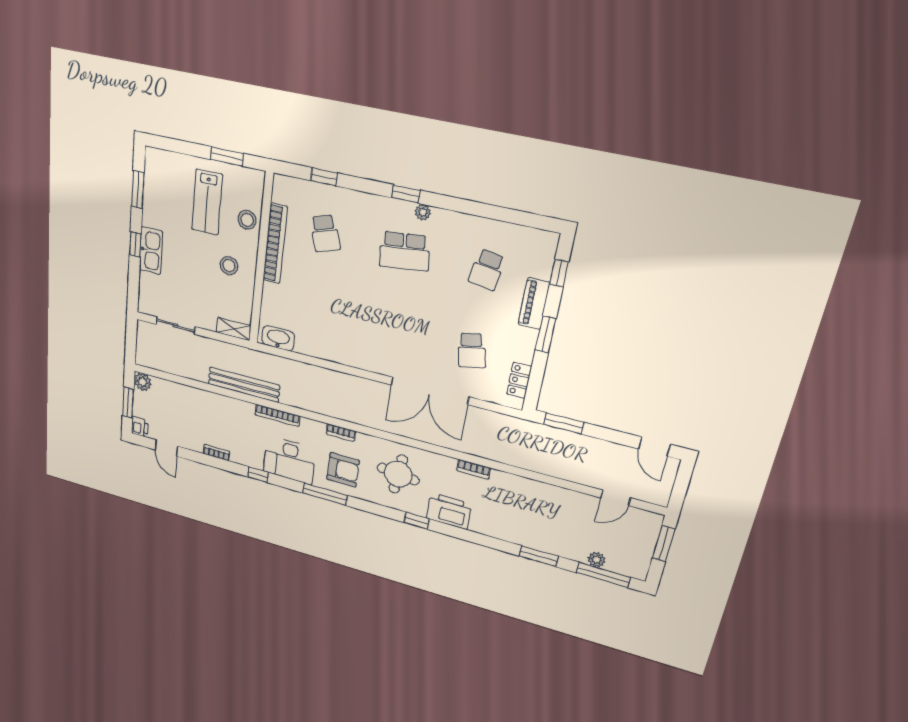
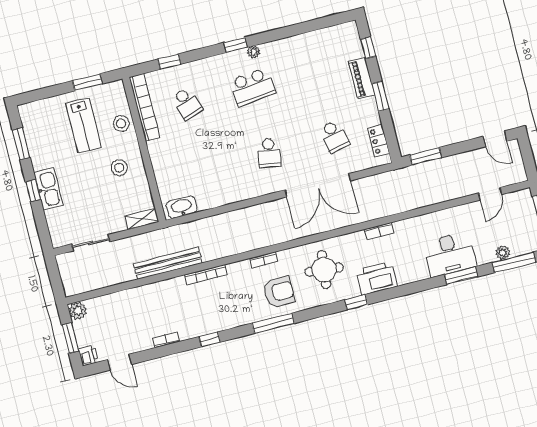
bookcase: (275, 244) -> (145, 107), moved
school desk: (487, 270) -> (269, 153), moved
desk: (289, 460) -> (450, 254), moved

